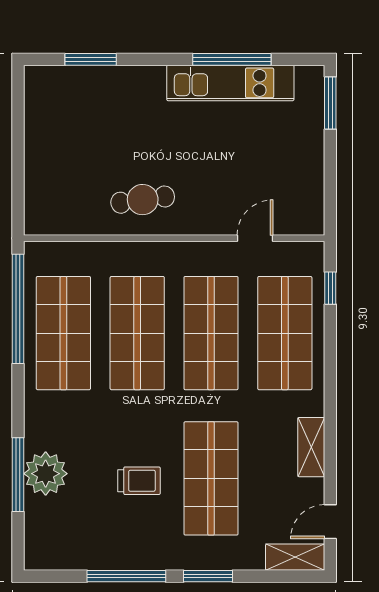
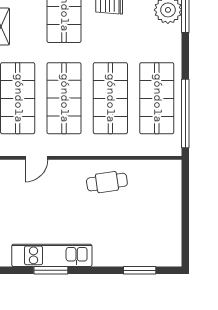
window: (232, 59) -> (51, 270), width x0.69

